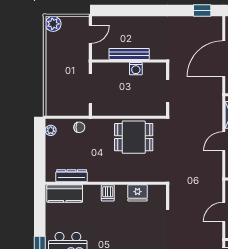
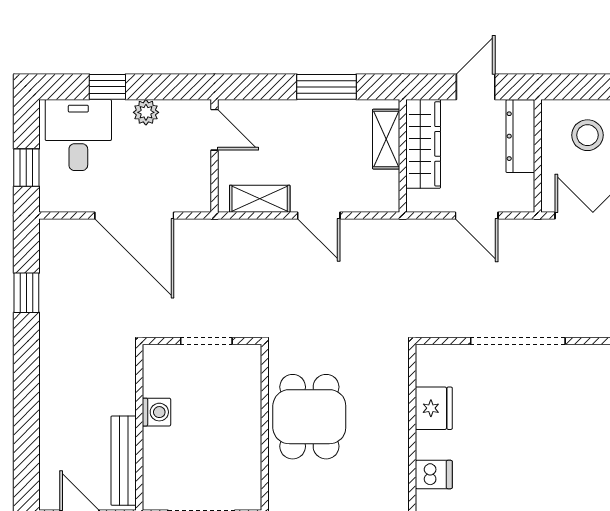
window: (202, 10) -> (26, 293), moved
bench: (129, 54) -> (124, 461), moved

